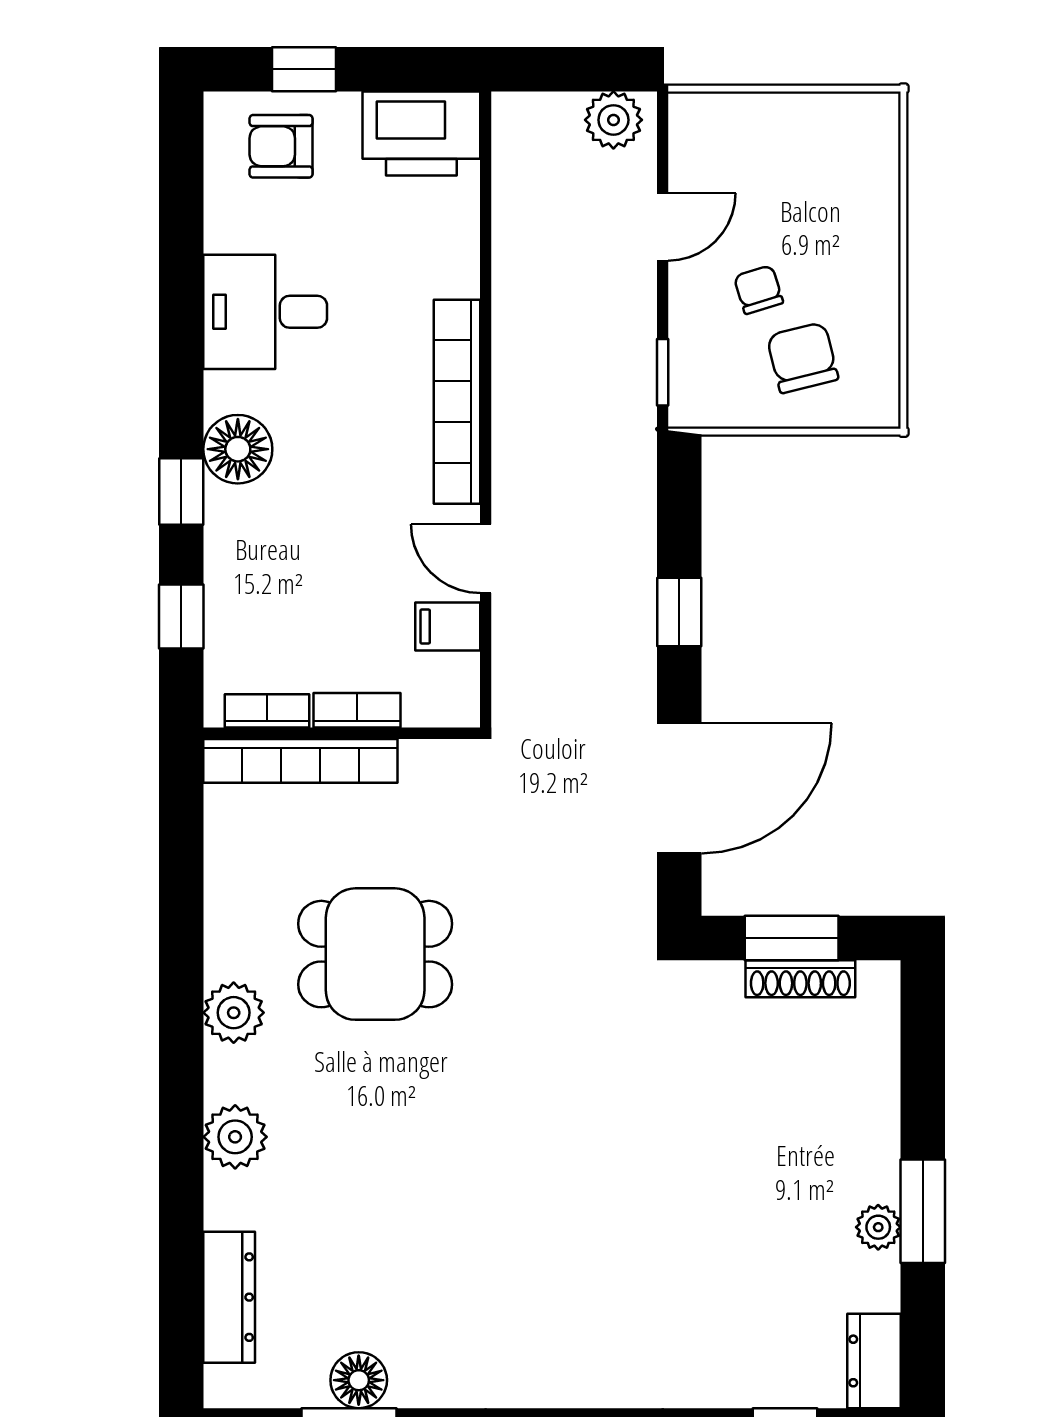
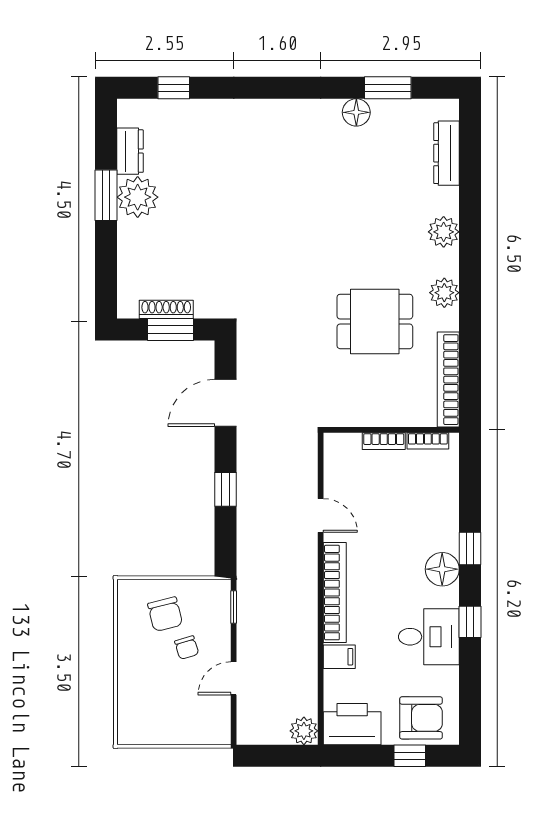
plant: (613, 120) -> (304, 731), moved
armchair: (281, 146) -> (421, 718), width x1.38, depth x1.38
window: (181, 617) -> (470, 622), moved
filing cabinet: (448, 627) -> (339, 657), moved
bookcase: (300, 761) -> (448, 380), moved, turned -90
door: (679, 788) -> (226, 403), width x0.73
plant: (878, 1227) -> (138, 197), width x1.87, depth x1.87
dresser: (874, 1361) -> (130, 151), moved
floor lamp: (359, 1380) -> (356, 112), moved

